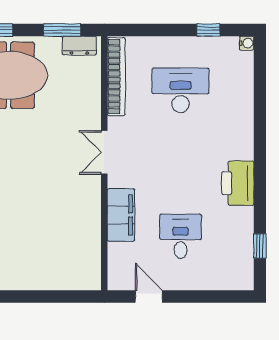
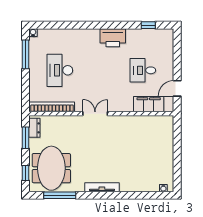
window: (208, 30) -> (26, 54), width x2.17
double door: (104, 152) -> (95, 114), swing flipped
filing cabinet: (121, 215) -> (149, 104), moved

